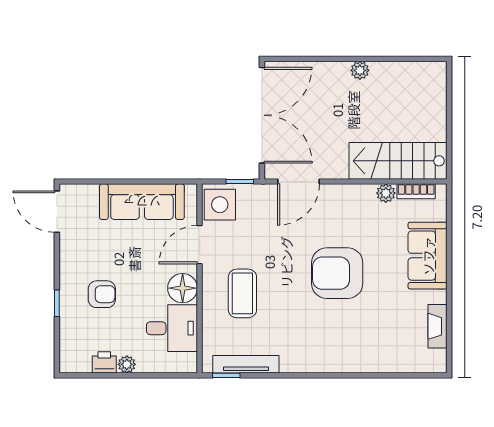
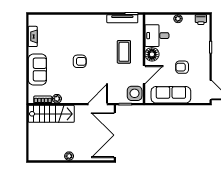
armchair: (337, 273) -> (80, 61), width x0.53, depth x0.53
armchair: (102, 294) -> (182, 67), moved
printer: (104, 362) -> (201, 20), moved

